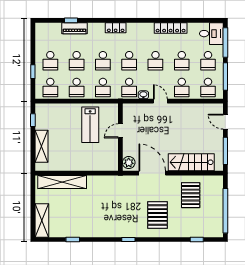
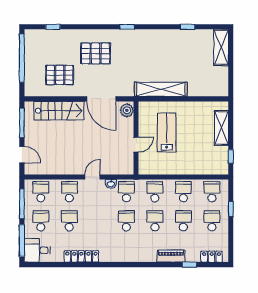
piano: (74, 28) -> (171, 256), moved
locker: (116, 28) -> (212, 257), moved
school desk: (155, 61) -> (98, 221), removed
door: (160, 101) -> (93, 177), swing flipped
lab bench: (90, 125) -> (167, 133), moved
shelving: (62, 182) -> (161, 89), moved
pallet: (191, 195) -> (60, 75), turned 90
pallet: (158, 215) -> (96, 53), turned 90

